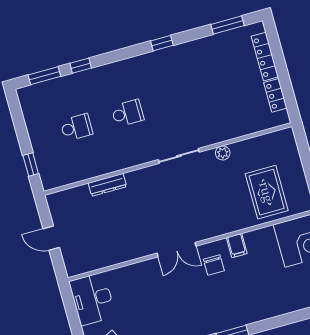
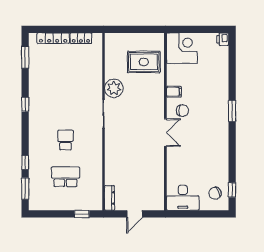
school desk: (76, 127) -> (65, 177), width x1.85
plant: (223, 153) -> (114, 88), width x1.88, depth x1.88
dresser: (107, 185) -> (110, 198), moved

